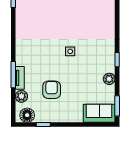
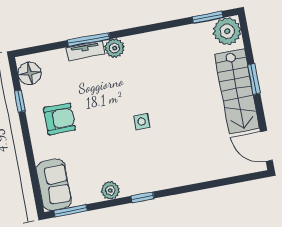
armchair: (52, 90) -> (59, 119), moved
plant: (21, 96) -> (114, 48), moved

